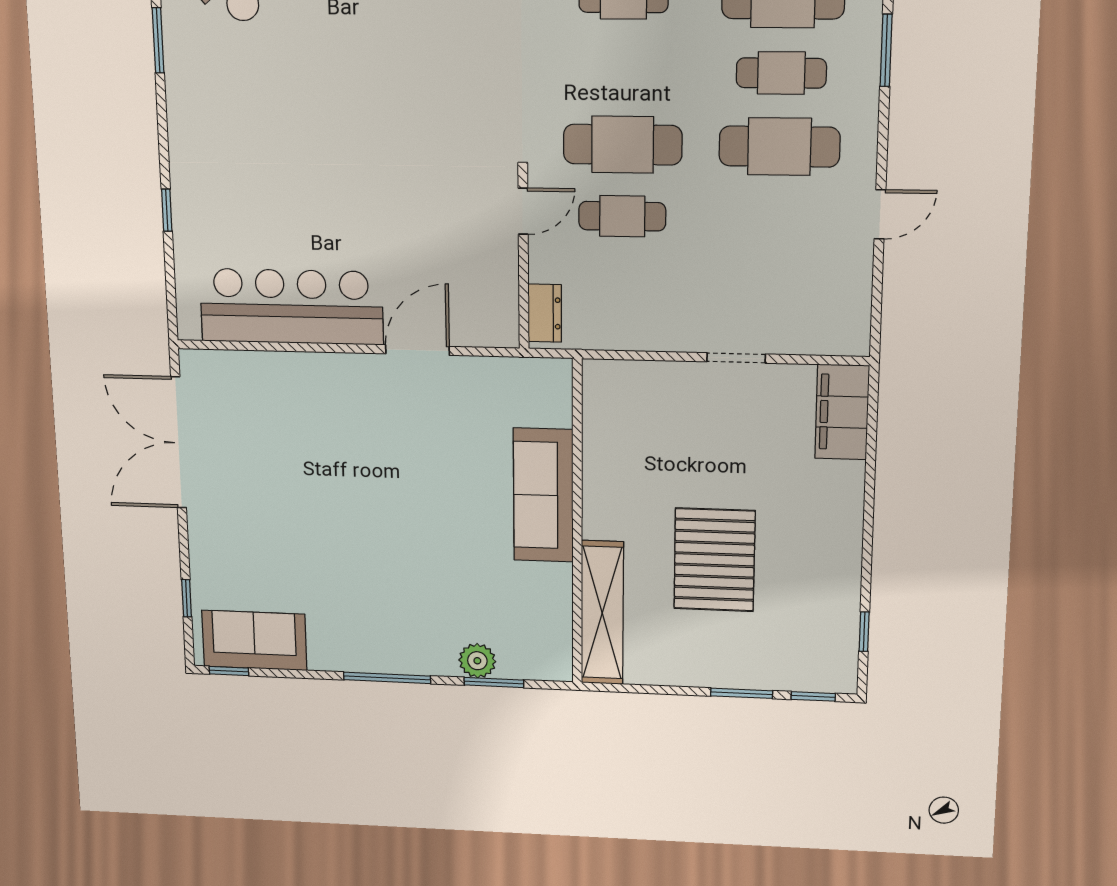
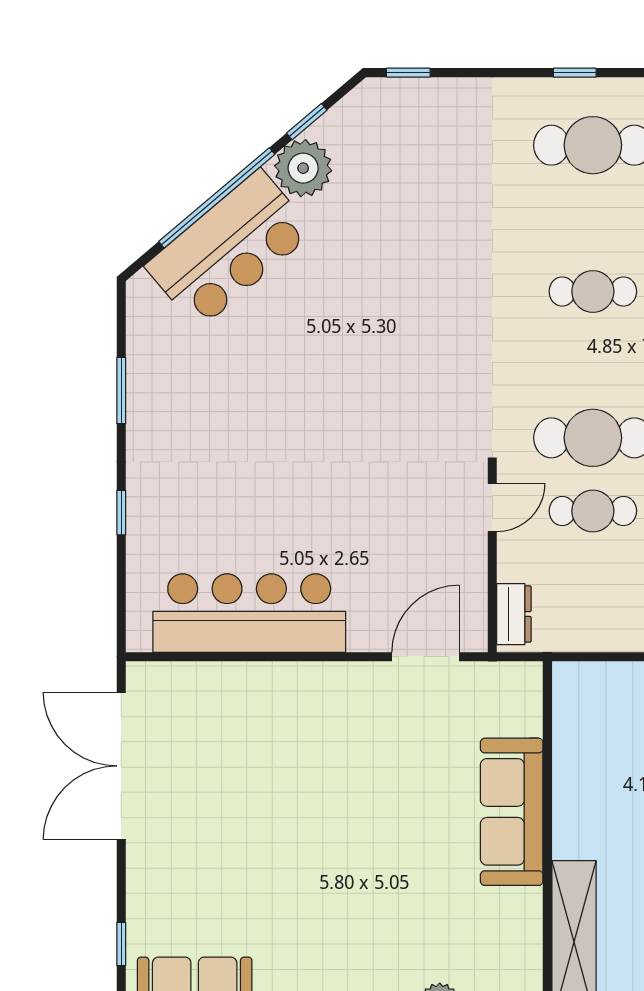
window: (158, 40) -> (121, 391), moved
door: (417, 350) -> (425, 657), moved

